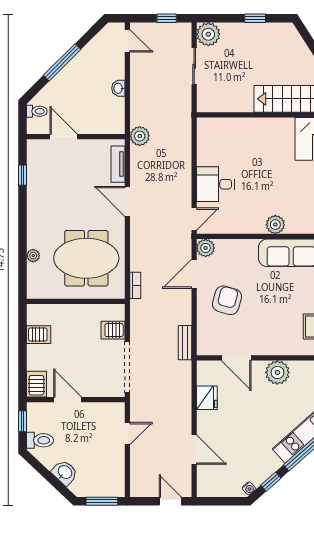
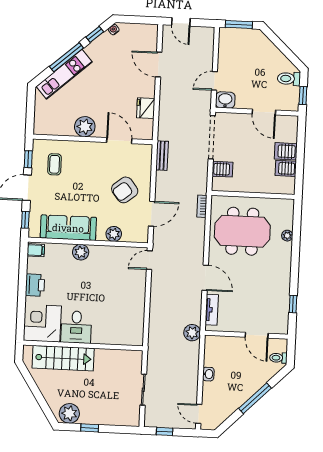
plant: (208, 34) -> (69, 413), moved
desk: (215, 184) -> (76, 327), moved, turned 90
plant: (206, 248) -> (114, 234), moved
armchair: (227, 300) -> (125, 190), turned 36
server rack: (36, 384) -> (286, 151), moved, turned 90
washbasin: (65, 472) -> (225, 100), moved, turned 137

